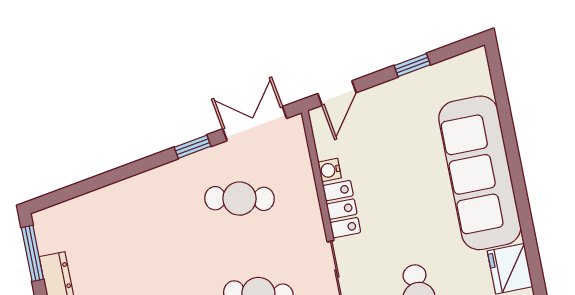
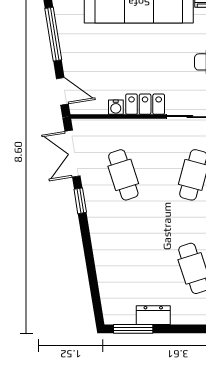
window: (412, 65) -> (53, 34), width x2.17
cafe table: (239, 199) -> (123, 175), turned -30

